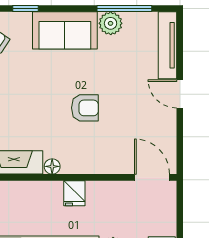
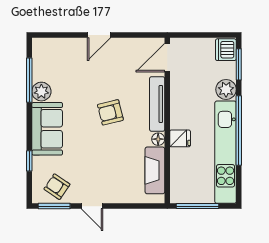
tv unit: (167, 45) -> (157, 104), moved, turned 90
armchair: (85, 108) -> (110, 112), turned -104
fridge: (74, 193) -> (180, 138), moved

